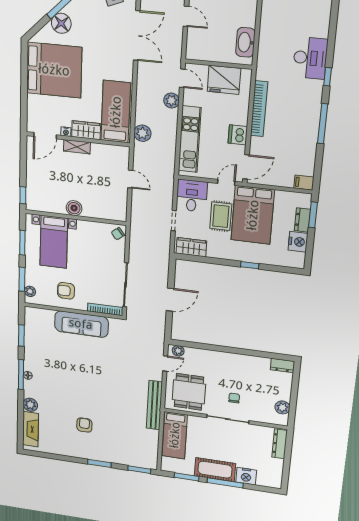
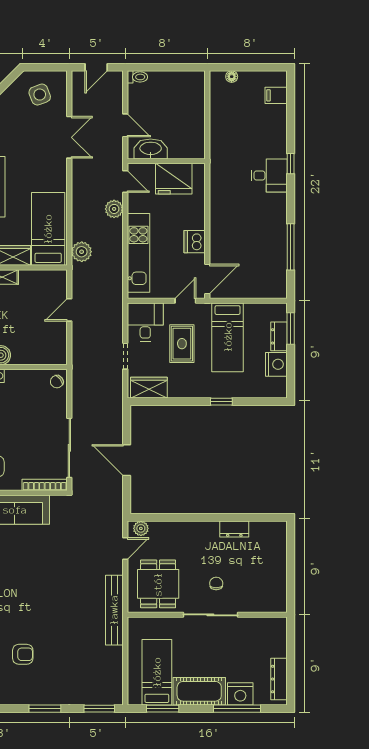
door: (186, 16) -> (125, 125), moved
double door: (137, 36) -> (69, 137), width x0.73
washbasin: (245, 42) -> (151, 149), moved, turned 90
desk: (310, 58) -> (269, 176), moved, width x0.73
bookcase: (259, 109) -> (217, 208), removed
window: (323, 124) -> (291, 247), moved
door: (130, 179) -> (69, 310), swing flipped
filing cabinet: (304, 183) -> (276, 95), moved
bed: (253, 215) -> (228, 337), width x0.67
door: (170, 300) -> (127, 460), swing flipped
dresser: (282, 366) -> (234, 529), moved
plant: (282, 407) -> (278, 587), removed
armchair: (84, 425) -> (23, 654), turned 90
bed: (175, 435) -> (157, 672), moved, turned 180
dresser: (280, 444) -> (279, 679), moved
window: (225, 483) -> (237, 709), moved

